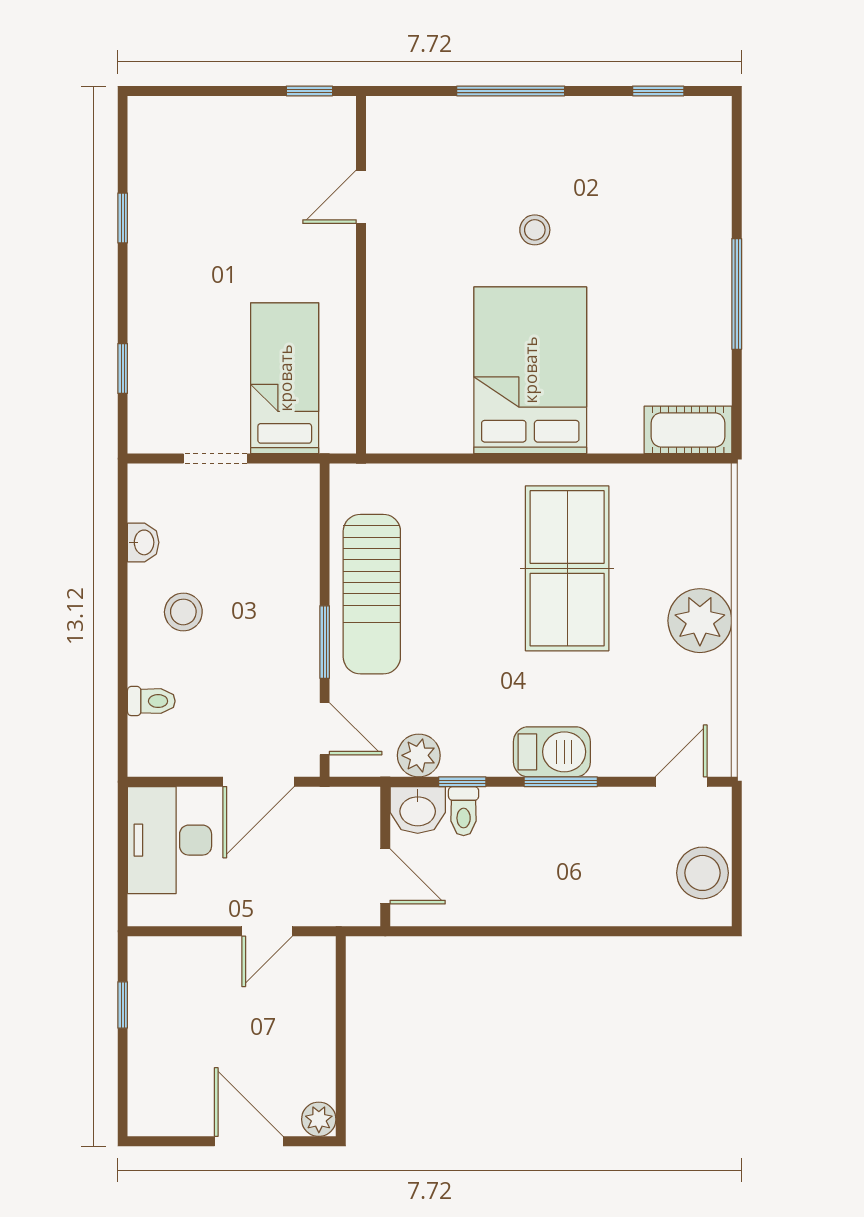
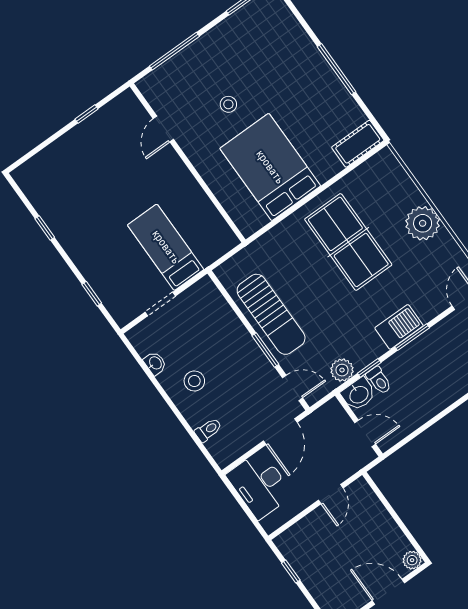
door: (361, 197) -> (163, 129), moved
wall: (361, 275) -> (188, 163), moved

